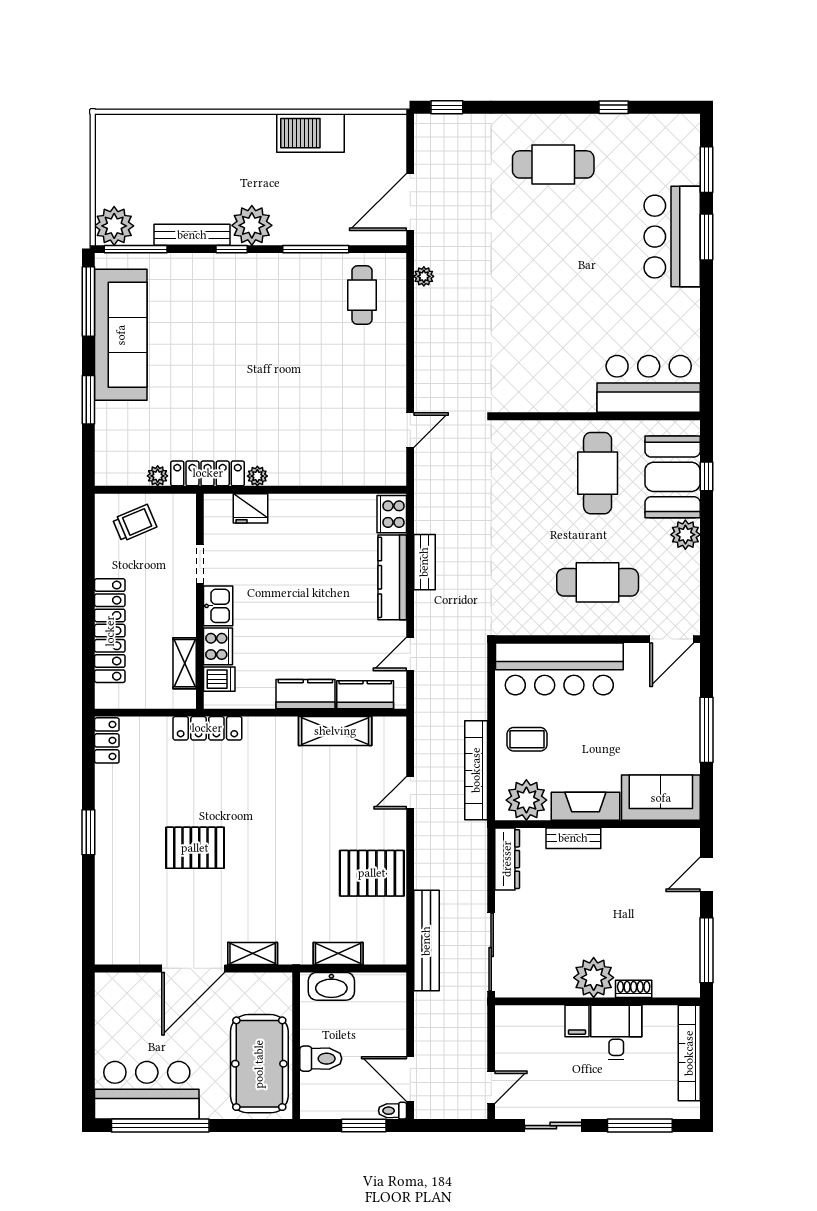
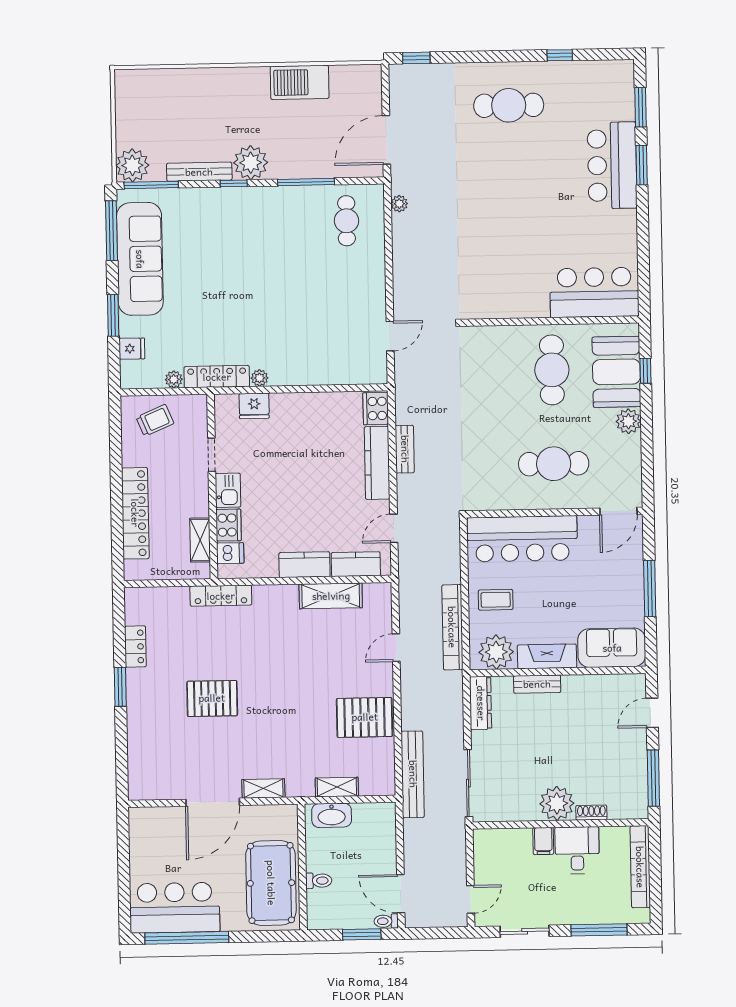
fridge: (109, 439) -> (132, 349), added
locker: (107, 740) -> (135, 646), moved
toilet: (321, 1059) -> (319, 881), width x0.73, depth x0.72

